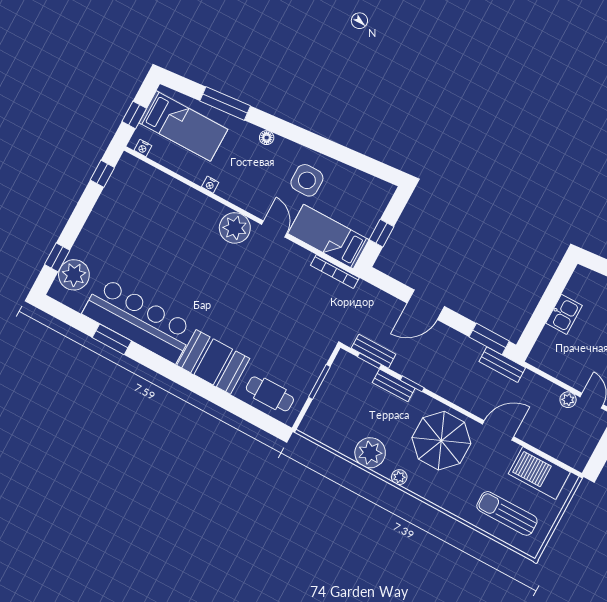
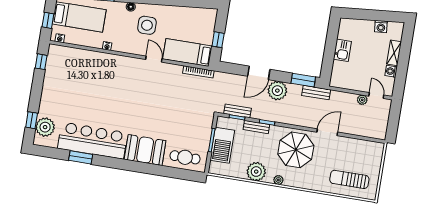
side table: (307, 180) -> (147, 25), moved
plant: (235, 228) -> (277, 91), moved
barbecue: (539, 473) -> (222, 145), moved, turned -90

